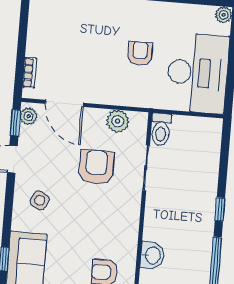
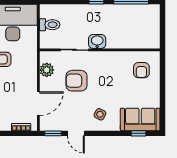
plant: (29, 116) -> (48, 125), removed
toilet: (161, 129) -> (50, 25), moved
washbasin: (152, 255) -> (97, 41), moved

